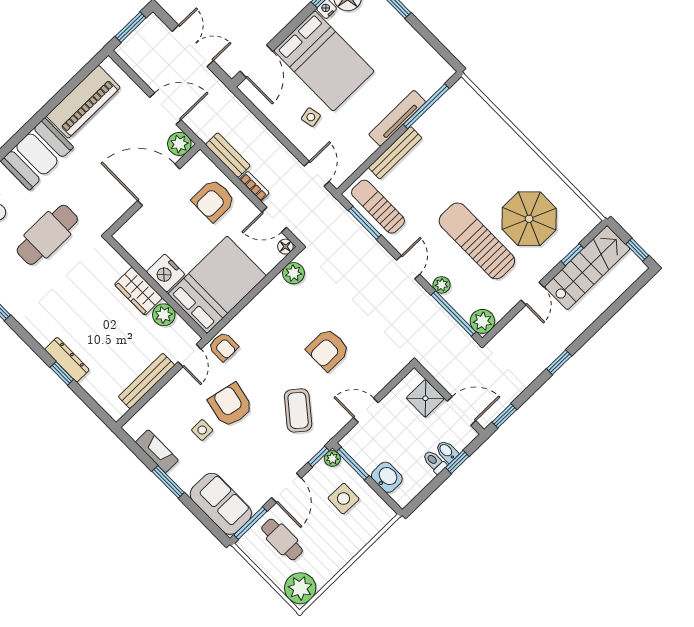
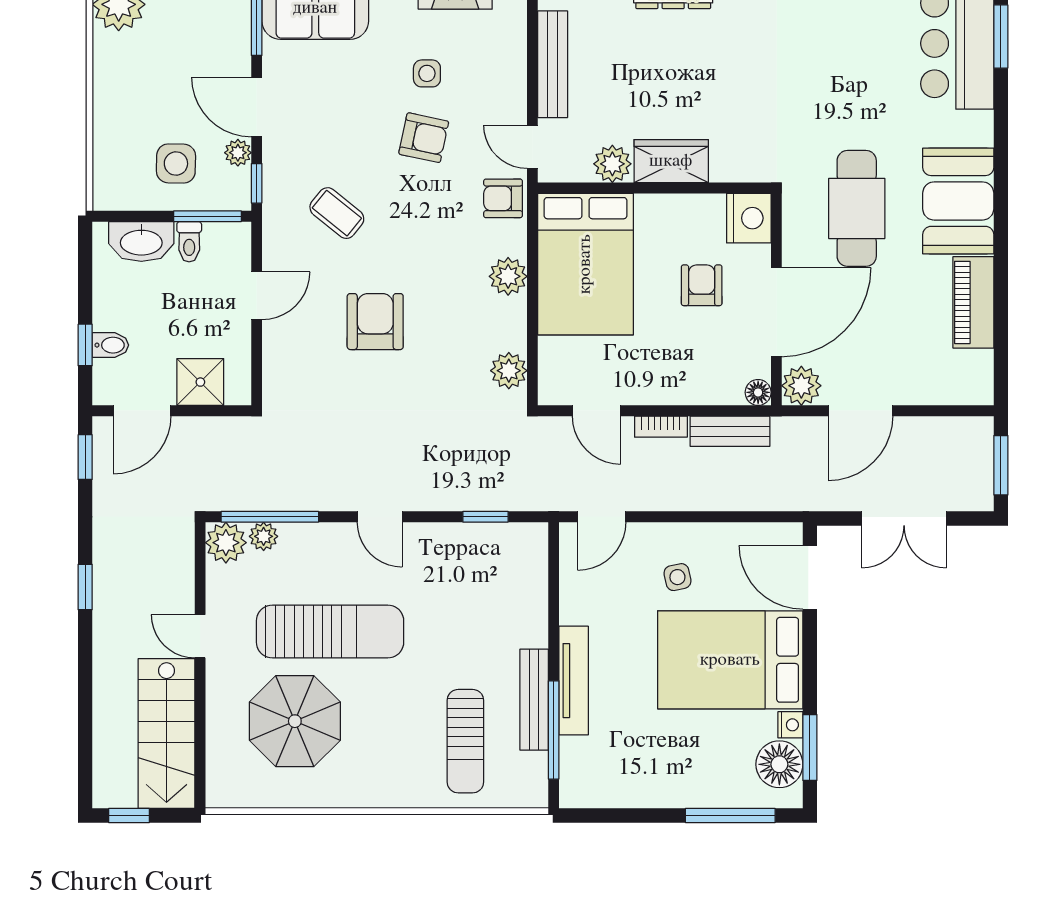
piano: (83, 102) -> (973, 302), width x0.73, depth x0.75
bench: (395, 153) -> (534, 700), moved
door: (317, 174) -> (602, 517), hinge flipped
armchair: (213, 200) -> (702, 285), moved, width x0.72, depth x0.72
sun lounger: (378, 207) -> (465, 741), moved, turned 90
door: (274, 220) -> (596, 411), swing flipped
window: (365, 223) -> (485, 517), width x0.67
cafe table: (47, 235) -> (857, 208), moved
floor lamp: (285, 247) -> (758, 392), moved
window: (572, 255) -> (200, 731), removed
nightstand: (166, 273) -> (749, 218), moved, turned 90
plant: (442, 285) -> (264, 536), moved
plant: (254, 312) -> (508, 276), added
armchair: (231, 405) -> (424, 138), width x0.72, depth x0.72
coffee table: (298, 410) -> (337, 213), width x0.73, depth x0.77
plant: (332, 458) -> (238, 153), moved
toilet: (434, 462) -> (189, 242), moved, turned 90
washbasin: (387, 477) -> (141, 242), width x1.38
cafe table: (282, 539) -> (199, 40), removed

